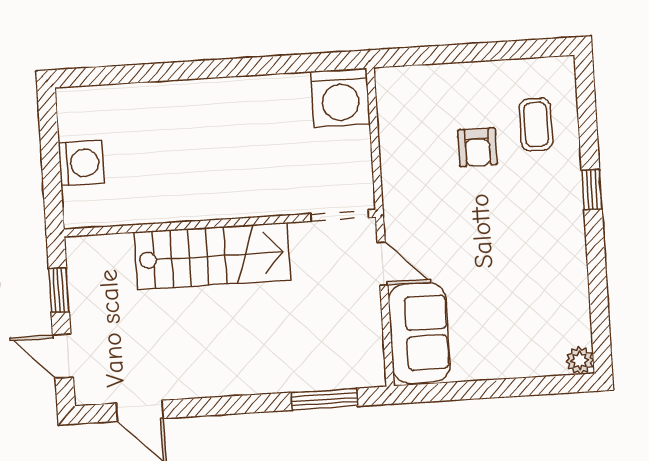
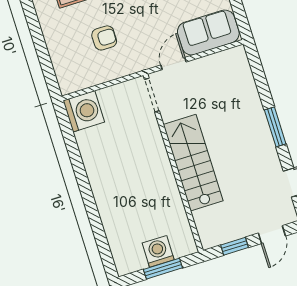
armchair: (477, 147) -> (104, 38), moved
window: (51, 164) -> (163, 269), added
window: (324, 399) -> (275, 127), moved

